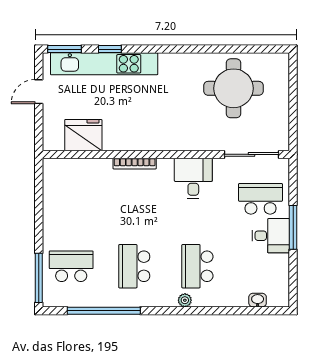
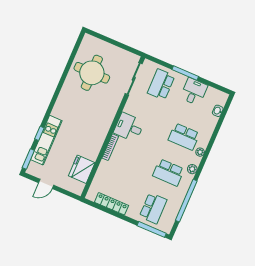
kitchen unit: (104, 64) -> (46, 140), width x0.73
door: (39, 92) -> (46, 184), hinge flipped
desk: (193, 178) -> (129, 127), moved
locker: (51, 202) -> (111, 204), added
desk: (271, 236) -> (194, 92), moved
school desk: (71, 266) -> (153, 208), turned 180
plant: (154, 299) -> (192, 169), added

